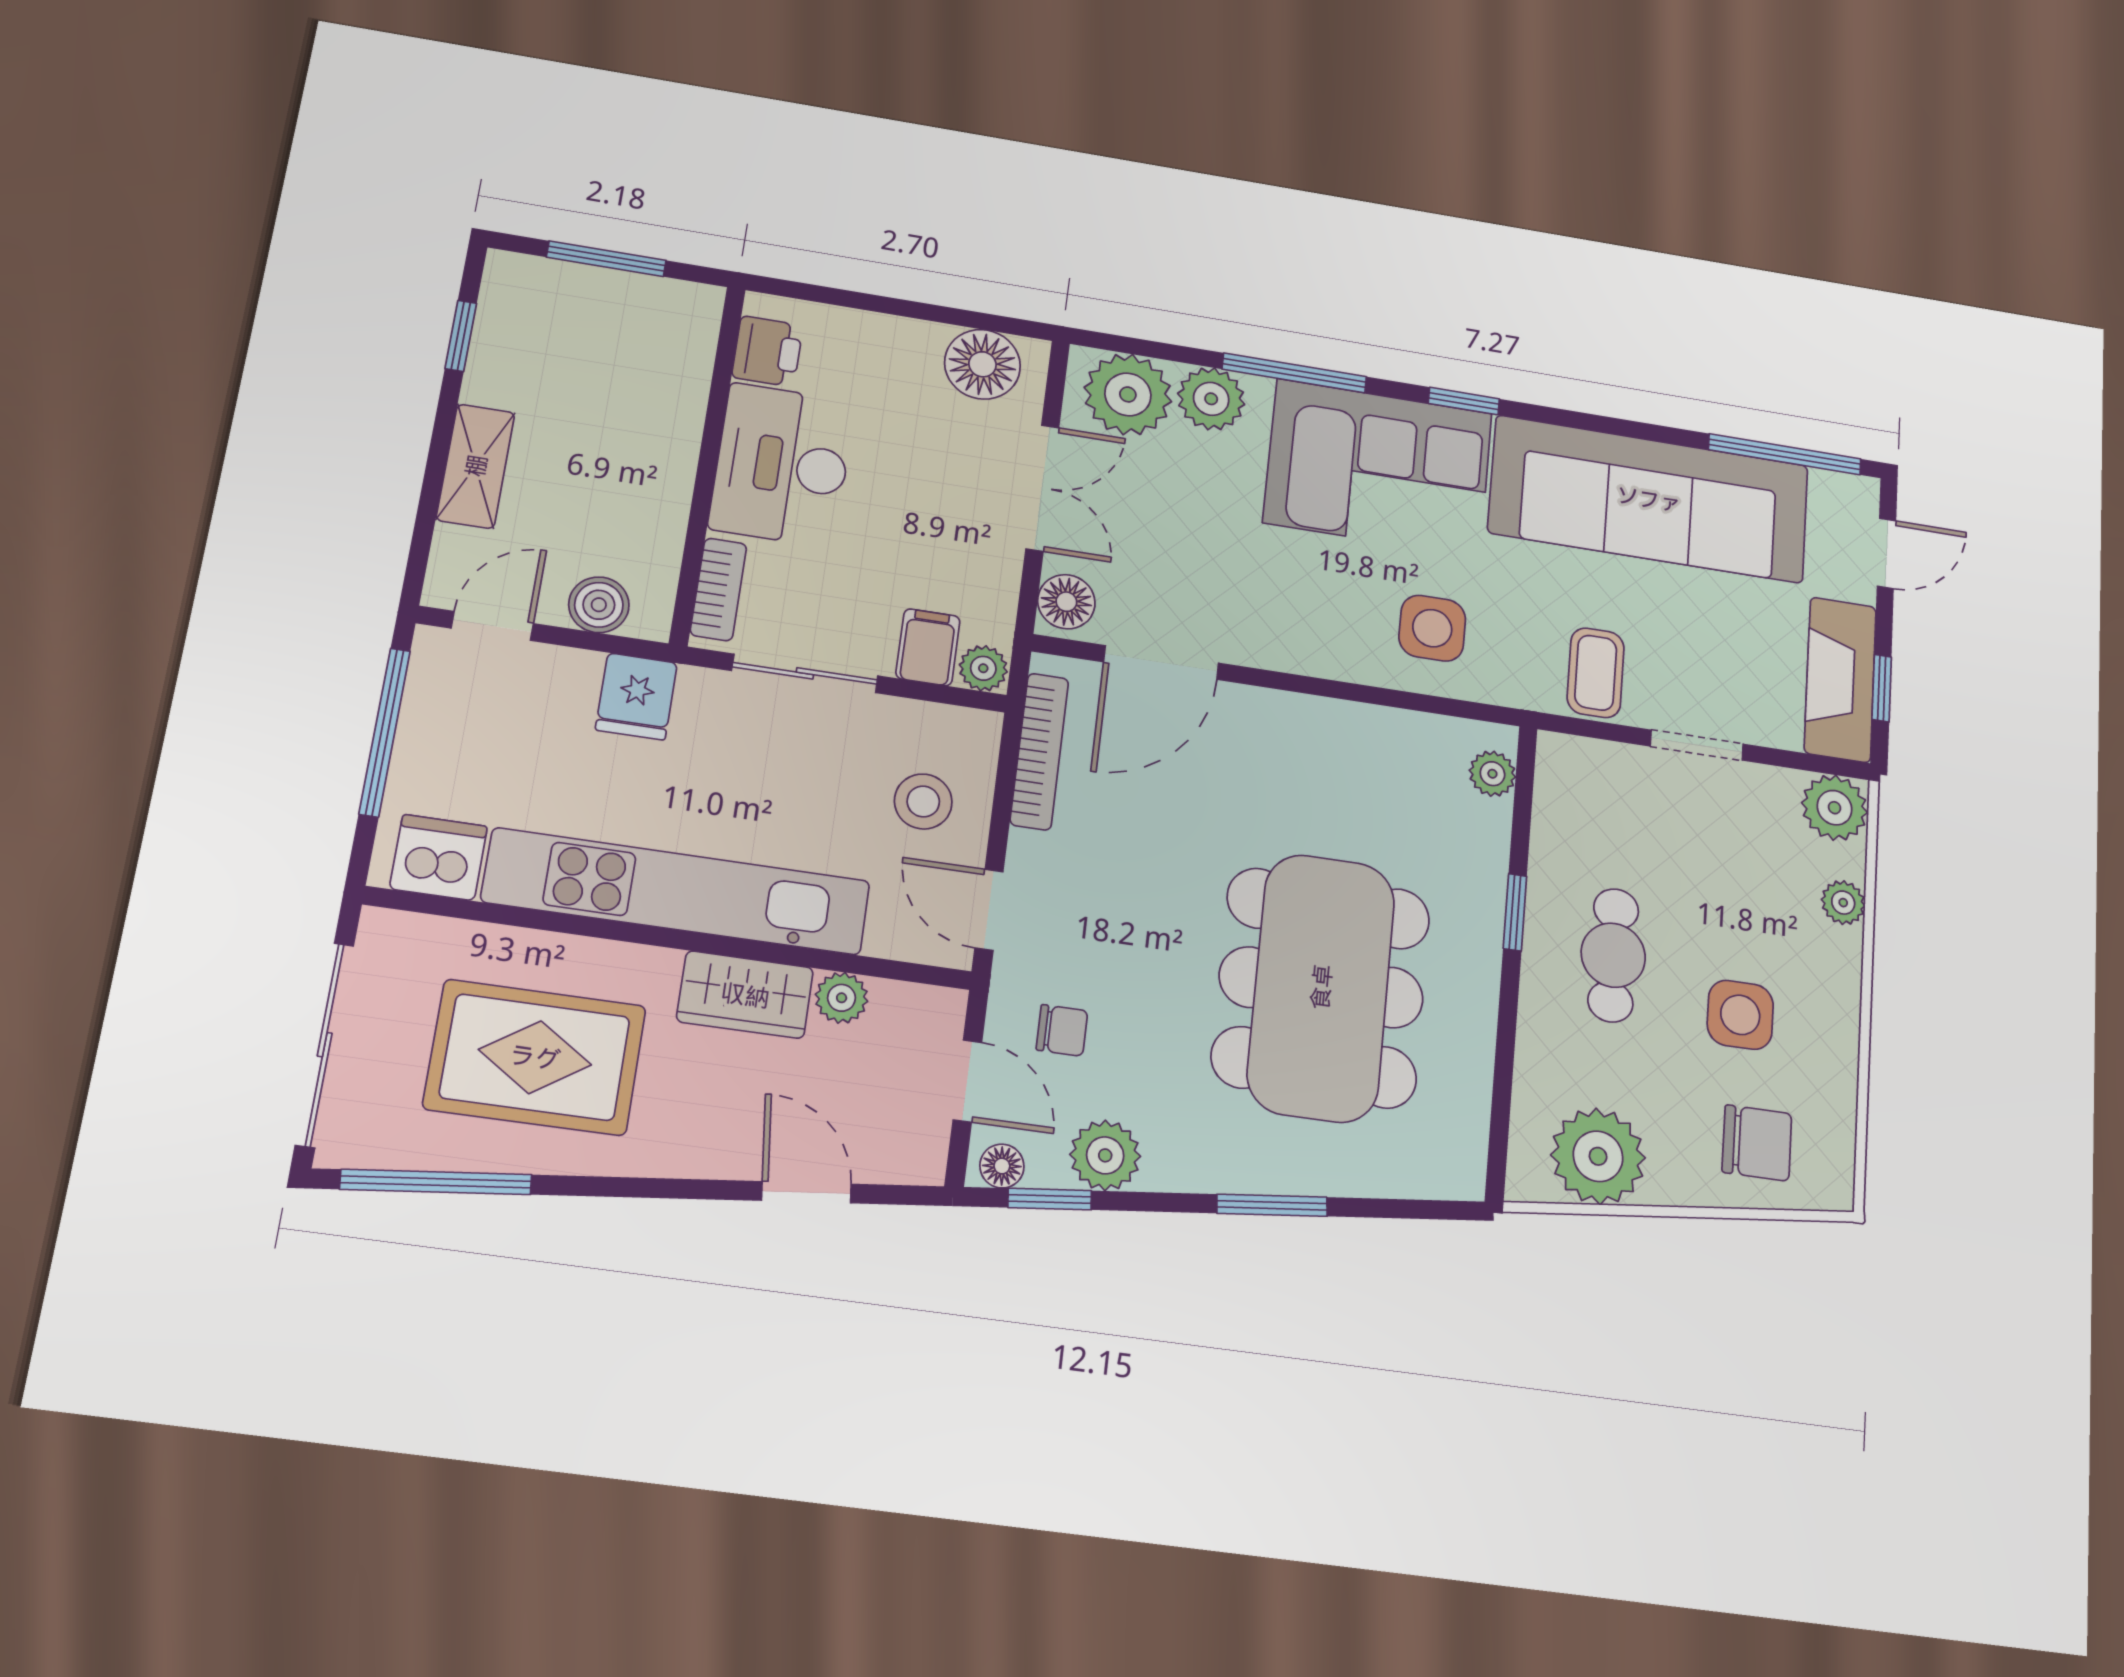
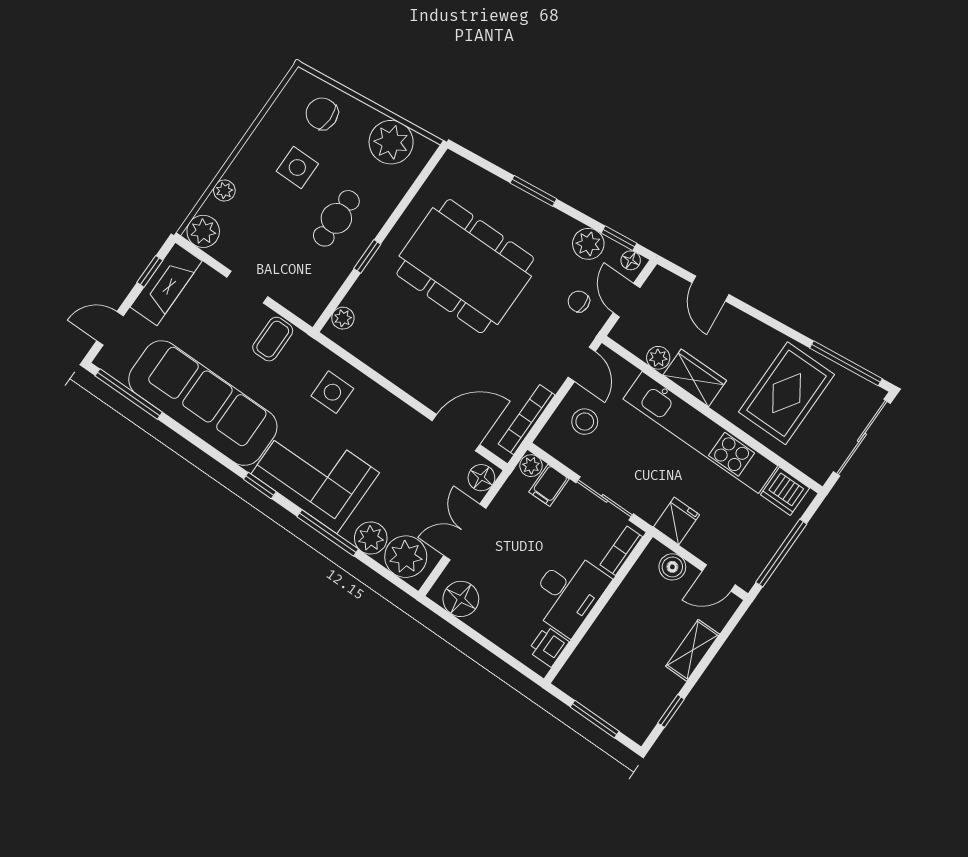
dining table: (1321, 987) -> (465, 266), turned 90
rug: (535, 1057) -> (787, 393), turned 90

